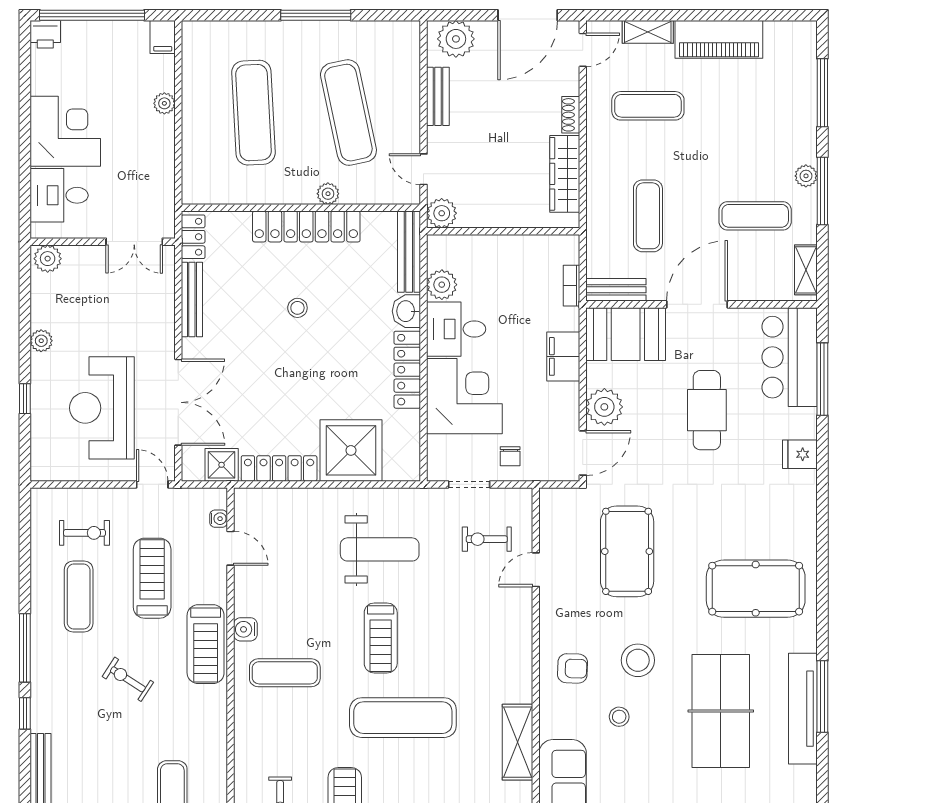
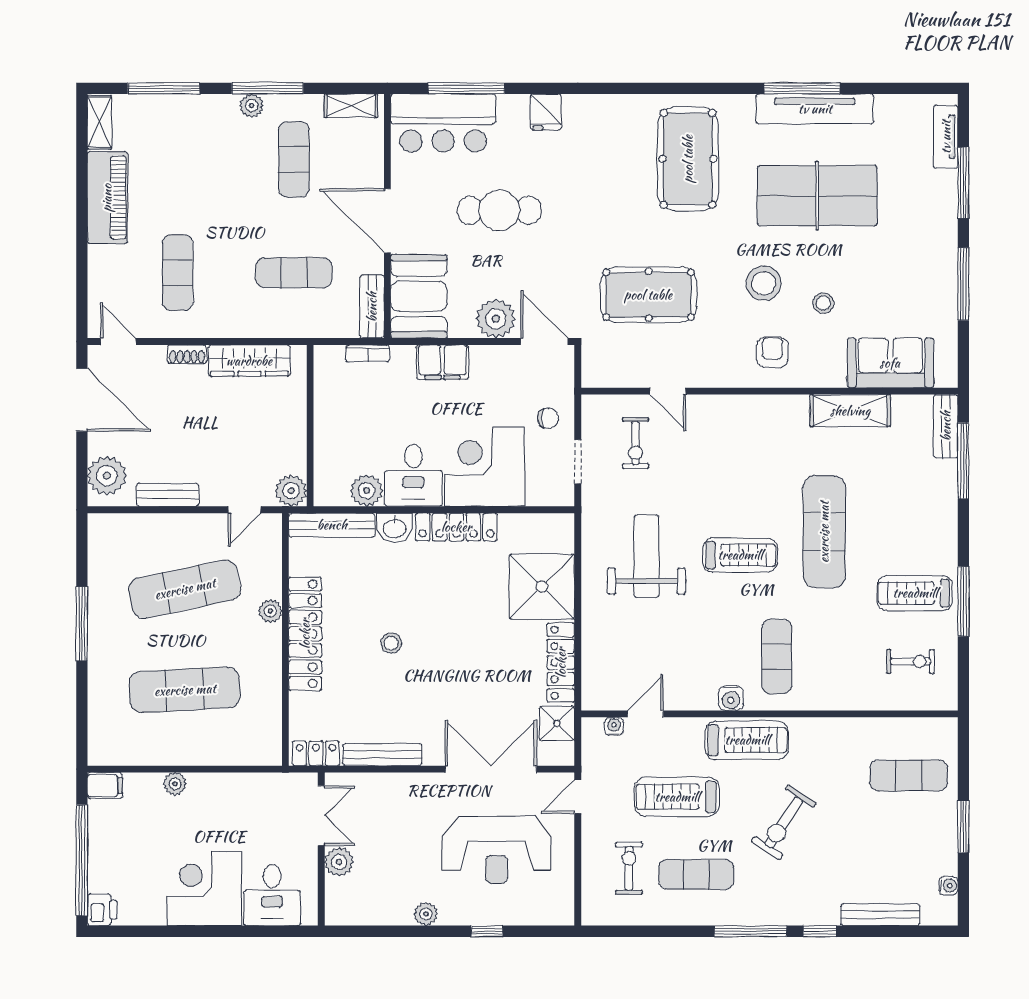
shelving: (648, 32) -> (99, 122), moved
plant: (48, 259) -> (339, 862), moved
exercise bike: (128, 679) -> (784, 822), width x1.38, depth x1.39

